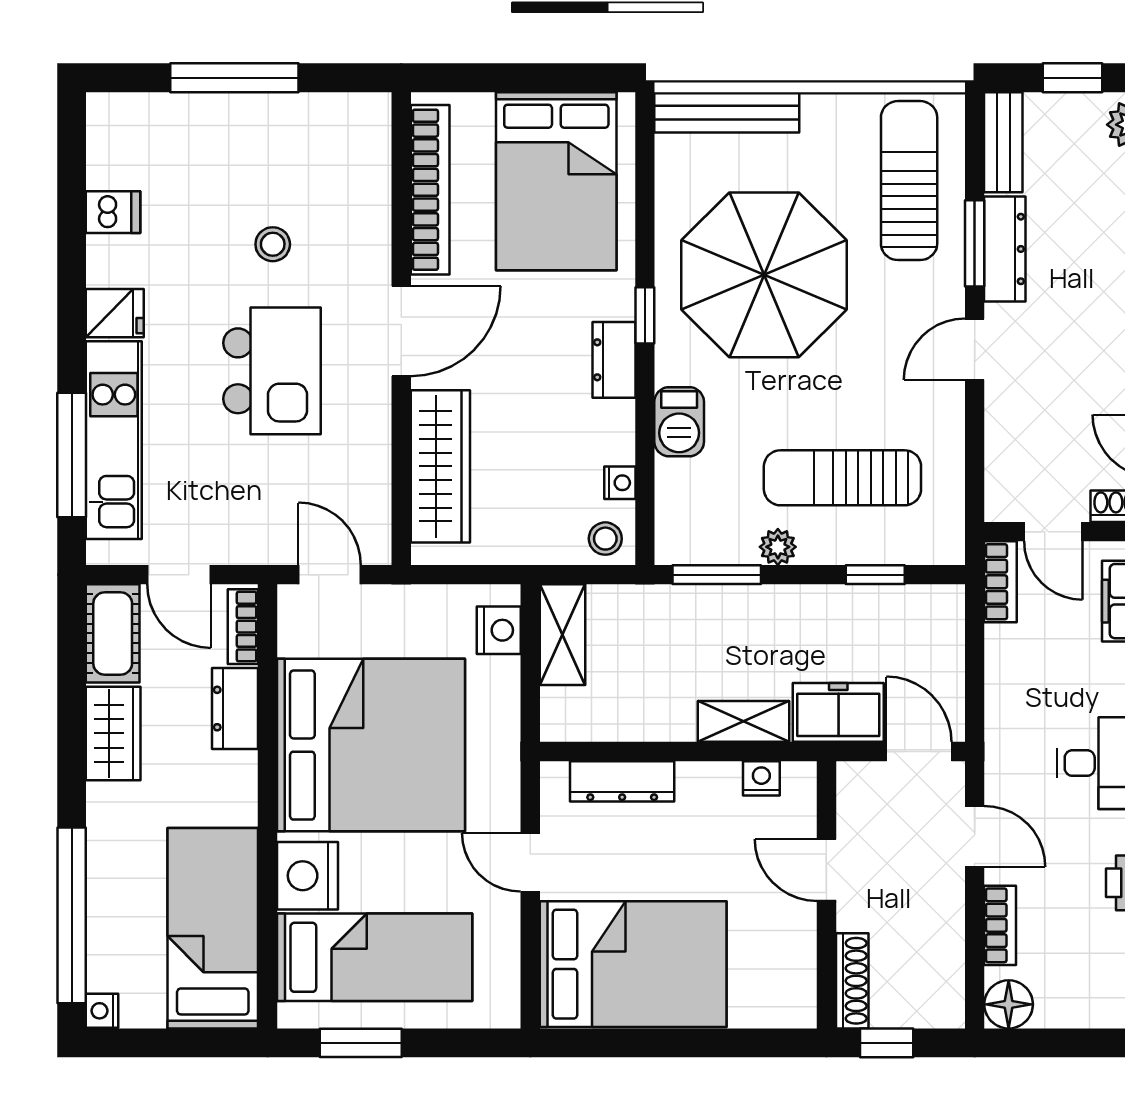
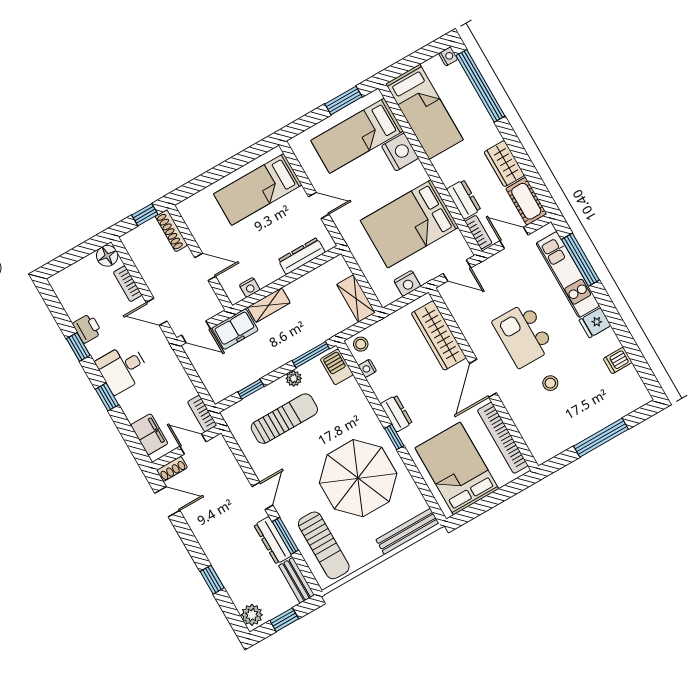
barbecue: (679, 422) -> (337, 367), moved
nightstand: (499, 630) -> (407, 283), moved, turned -90
bed: (371, 745) -> (409, 224), width x0.73
bed: (633, 964) -> (258, 189), width x0.67

